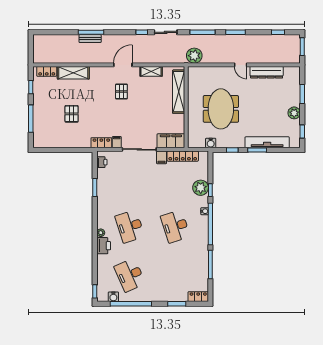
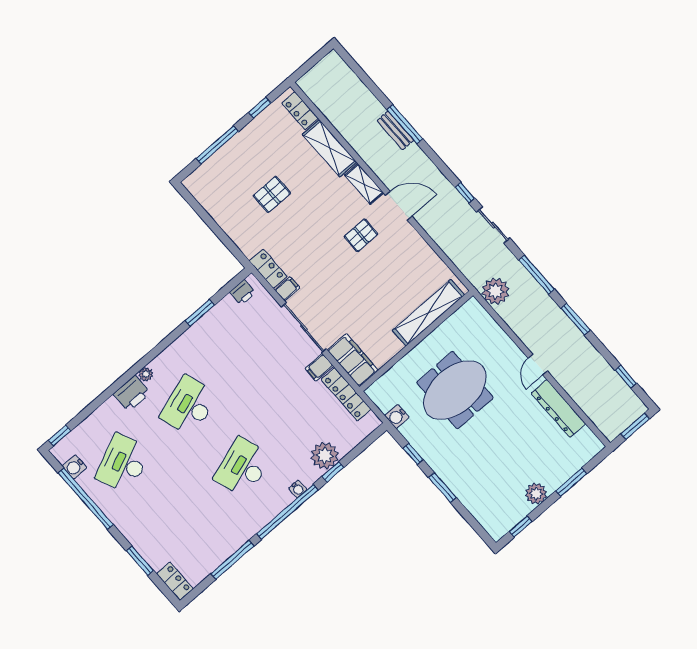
shelving: (151, 71) -> (364, 184), moved
tv unit: (267, 142) -> (465, 492), removed

